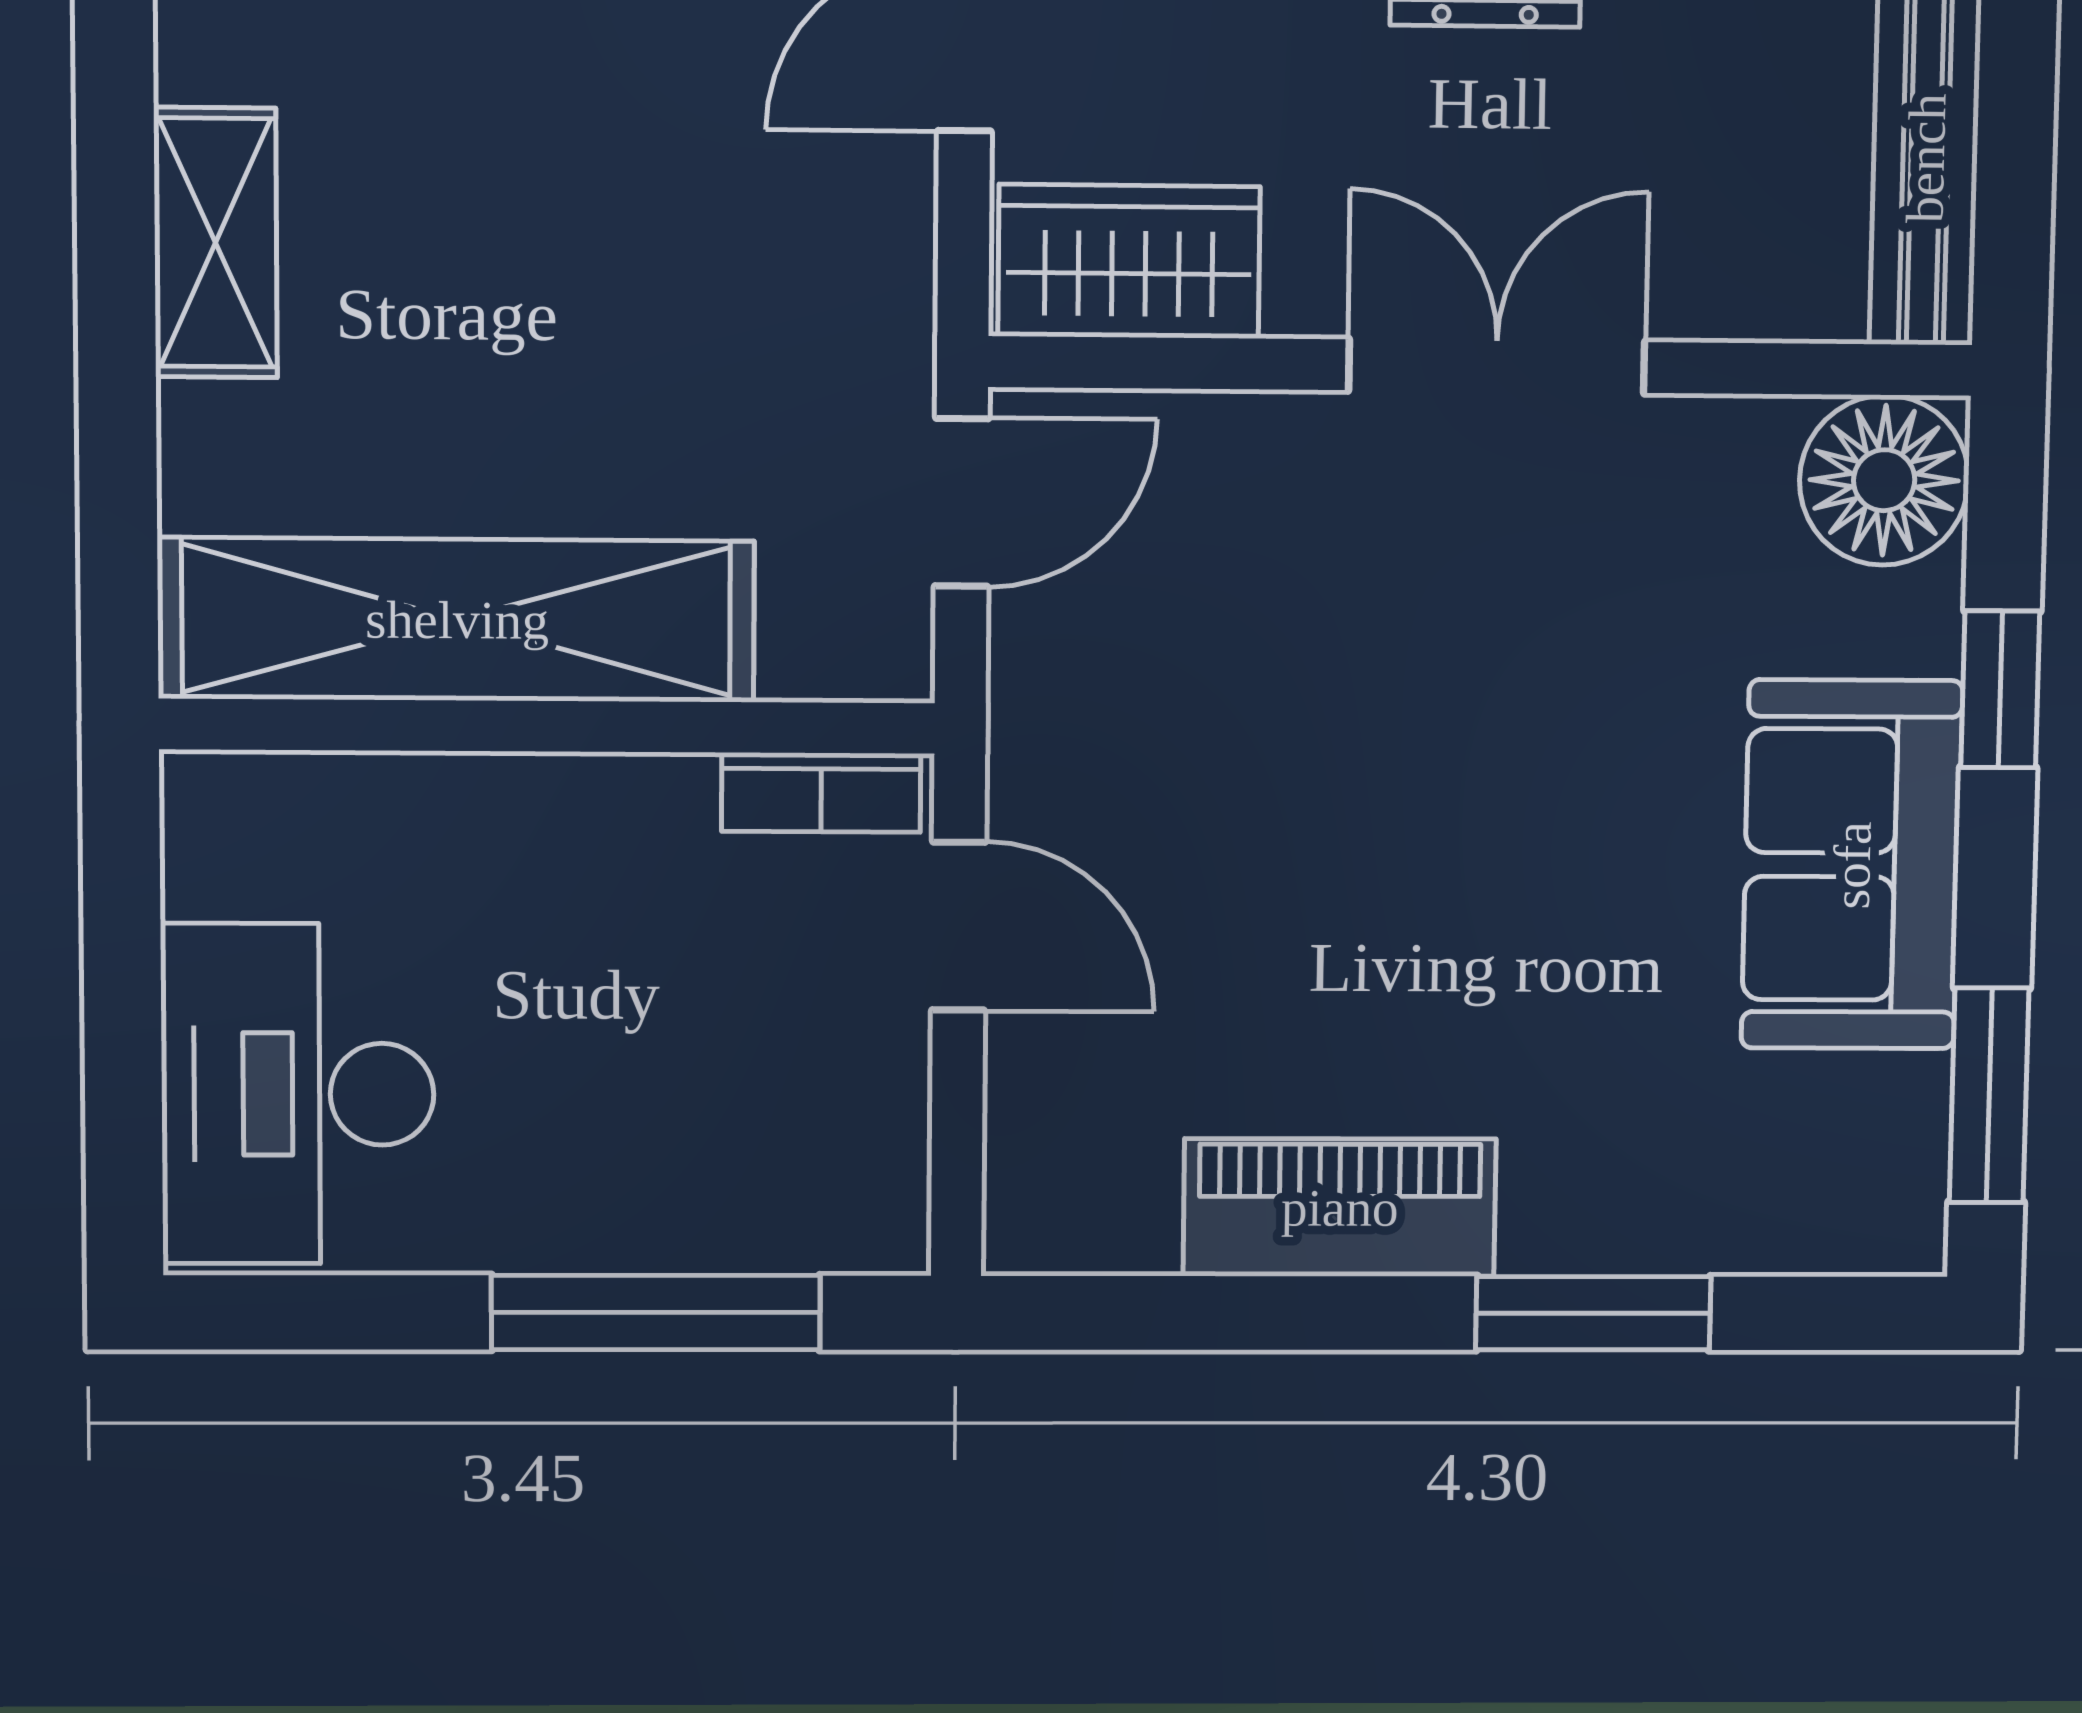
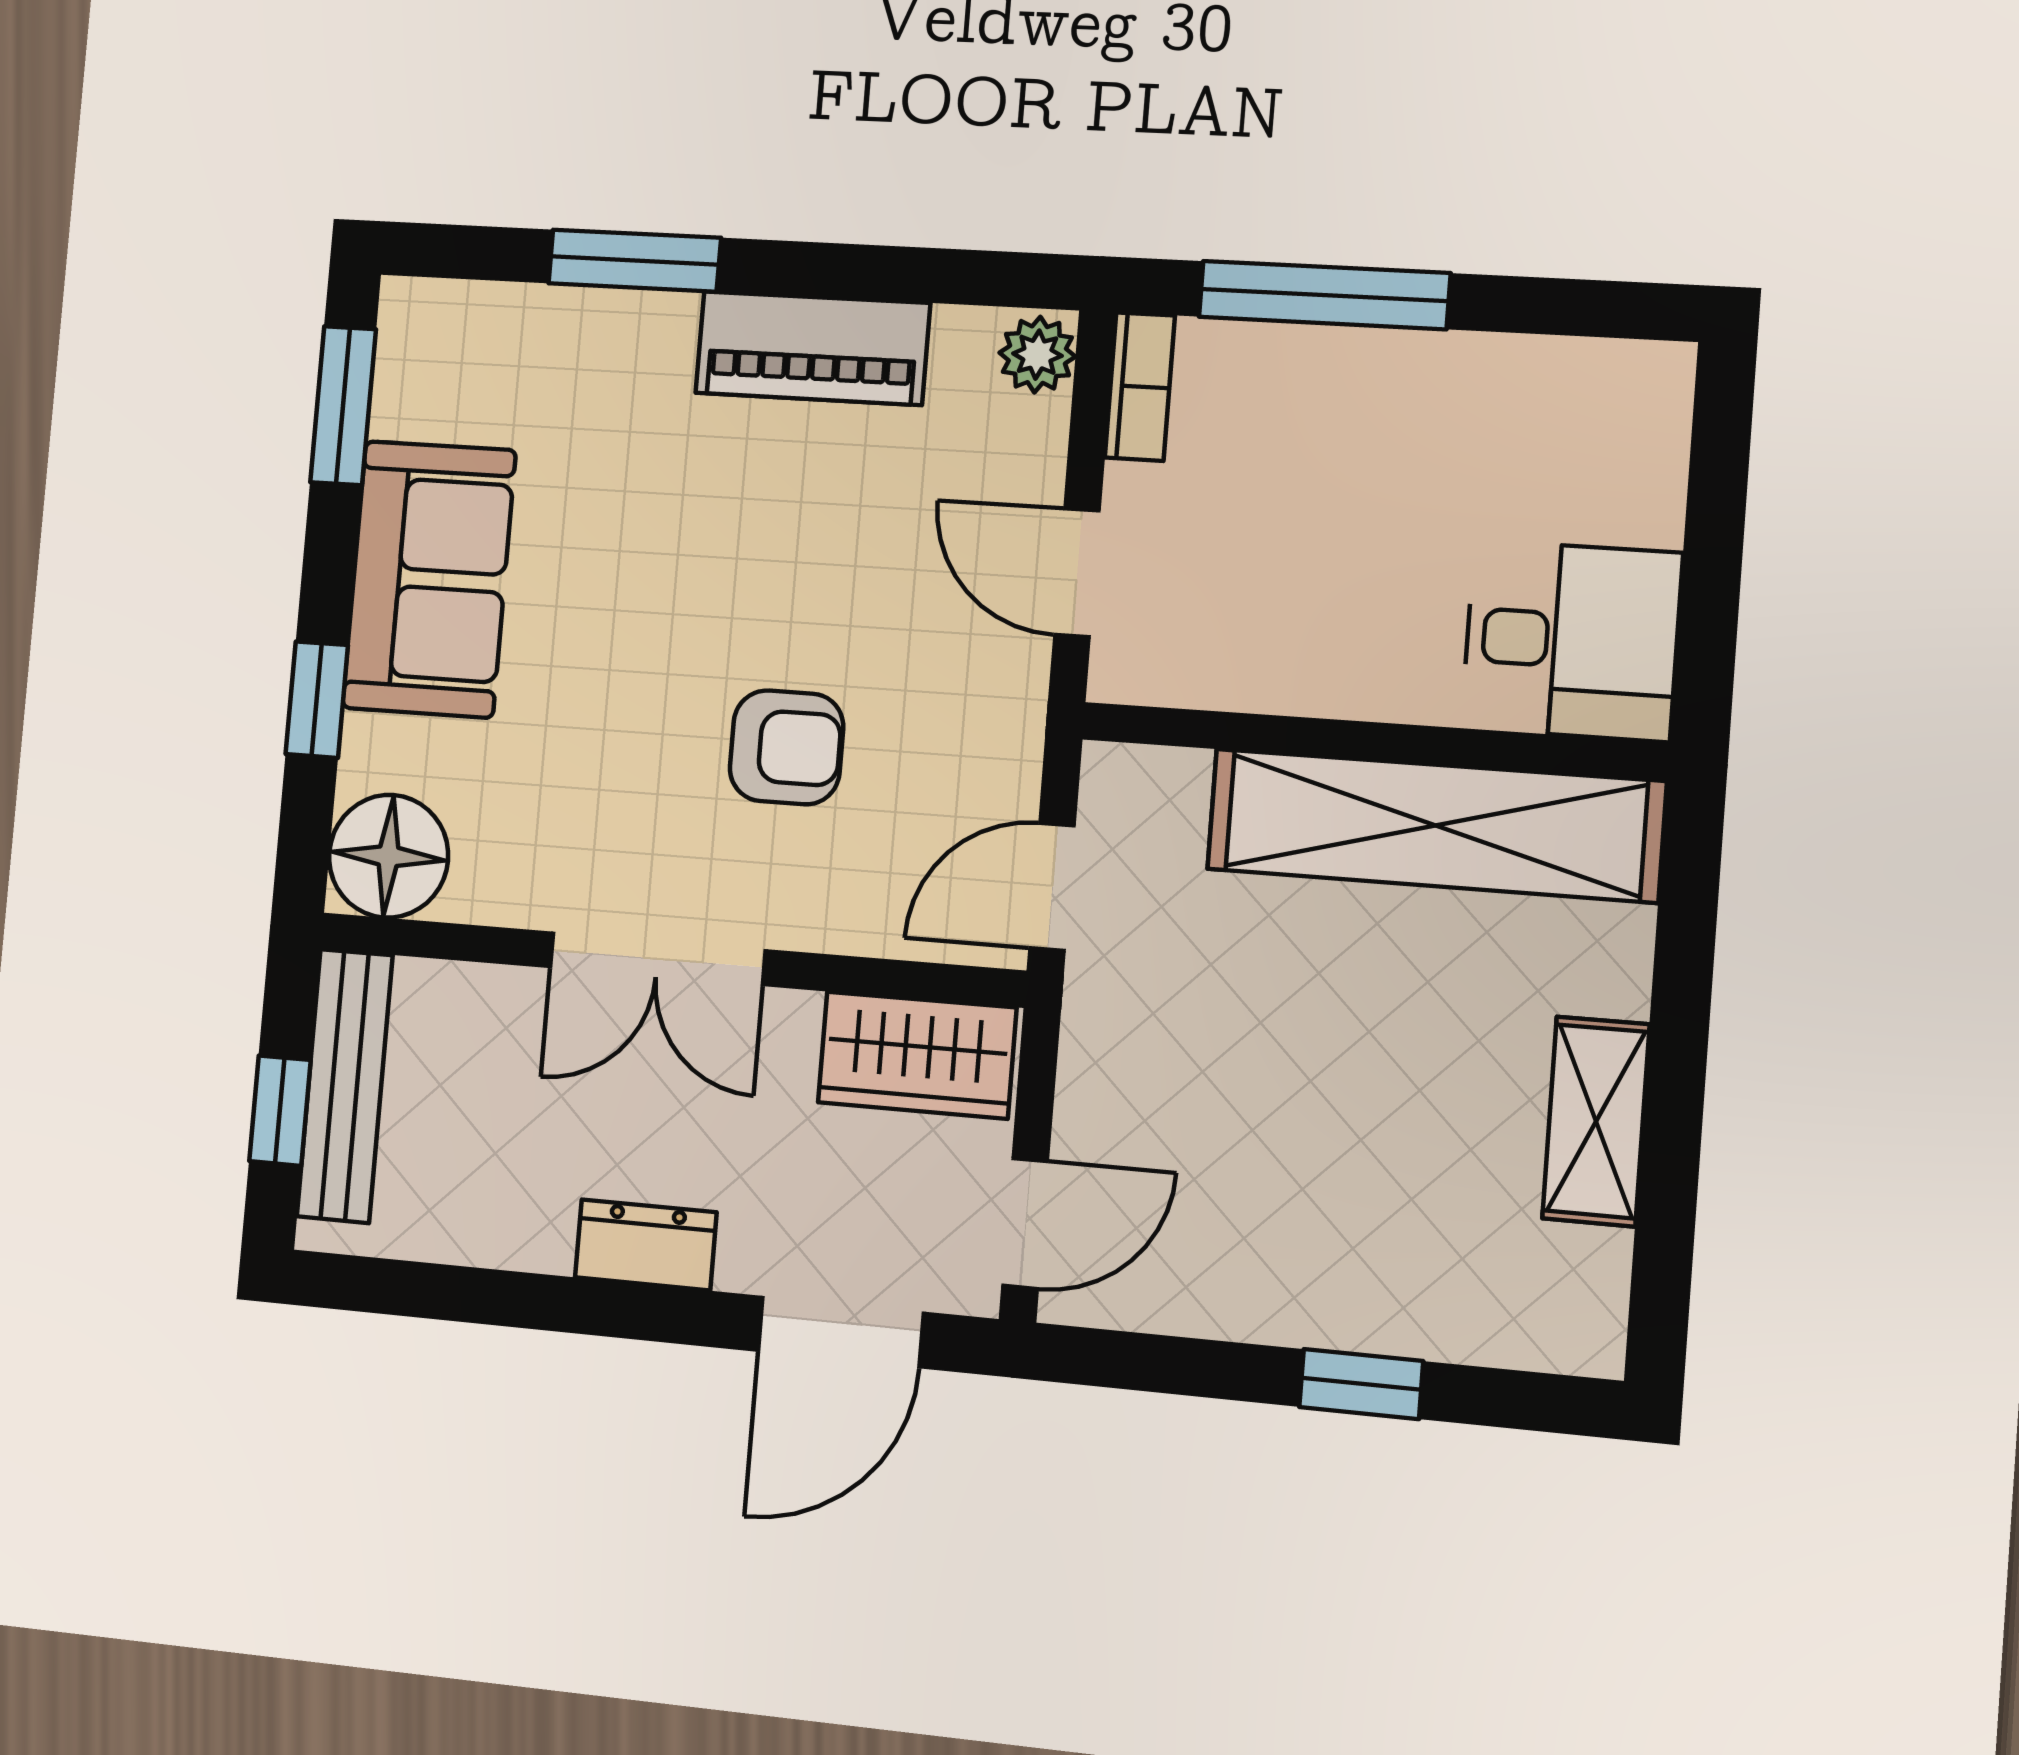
window: (2016, 116) -> (280, 1111), added
armchair: (1338, 666) -> (786, 747), added
bookcase: (821, 792) -> (1140, 387), moved, turned 90
desk: (298, 1094) -> (1572, 641), moved, width x0.73
plant: (1033, 1214) -> (1037, 355), added

